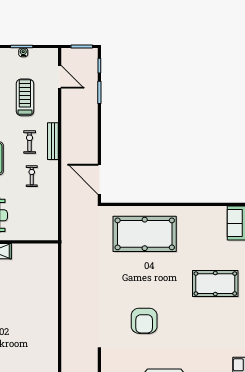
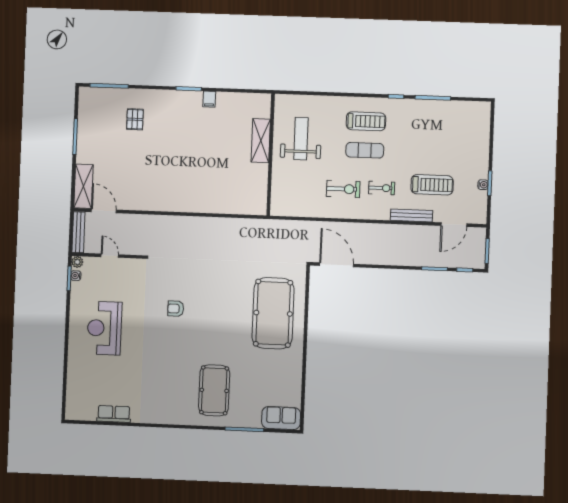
bench: (53, 141) -> (412, 215), moved
exercise bike: (32, 176) -> (343, 189), width x1.38, depth x1.39
door: (99, 179) -> (337, 265), hinge flipped
armchair: (144, 321) -> (176, 309), width x0.53, depth x0.53

